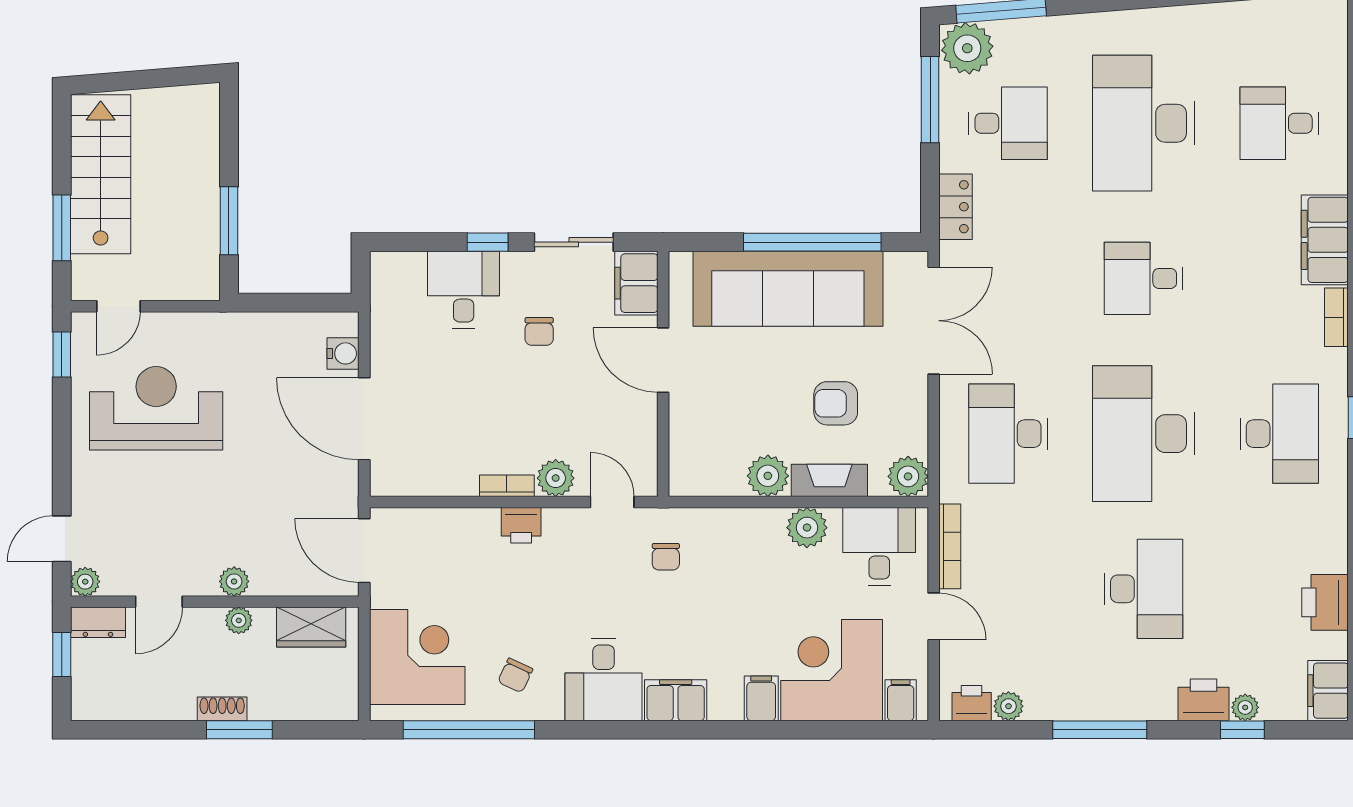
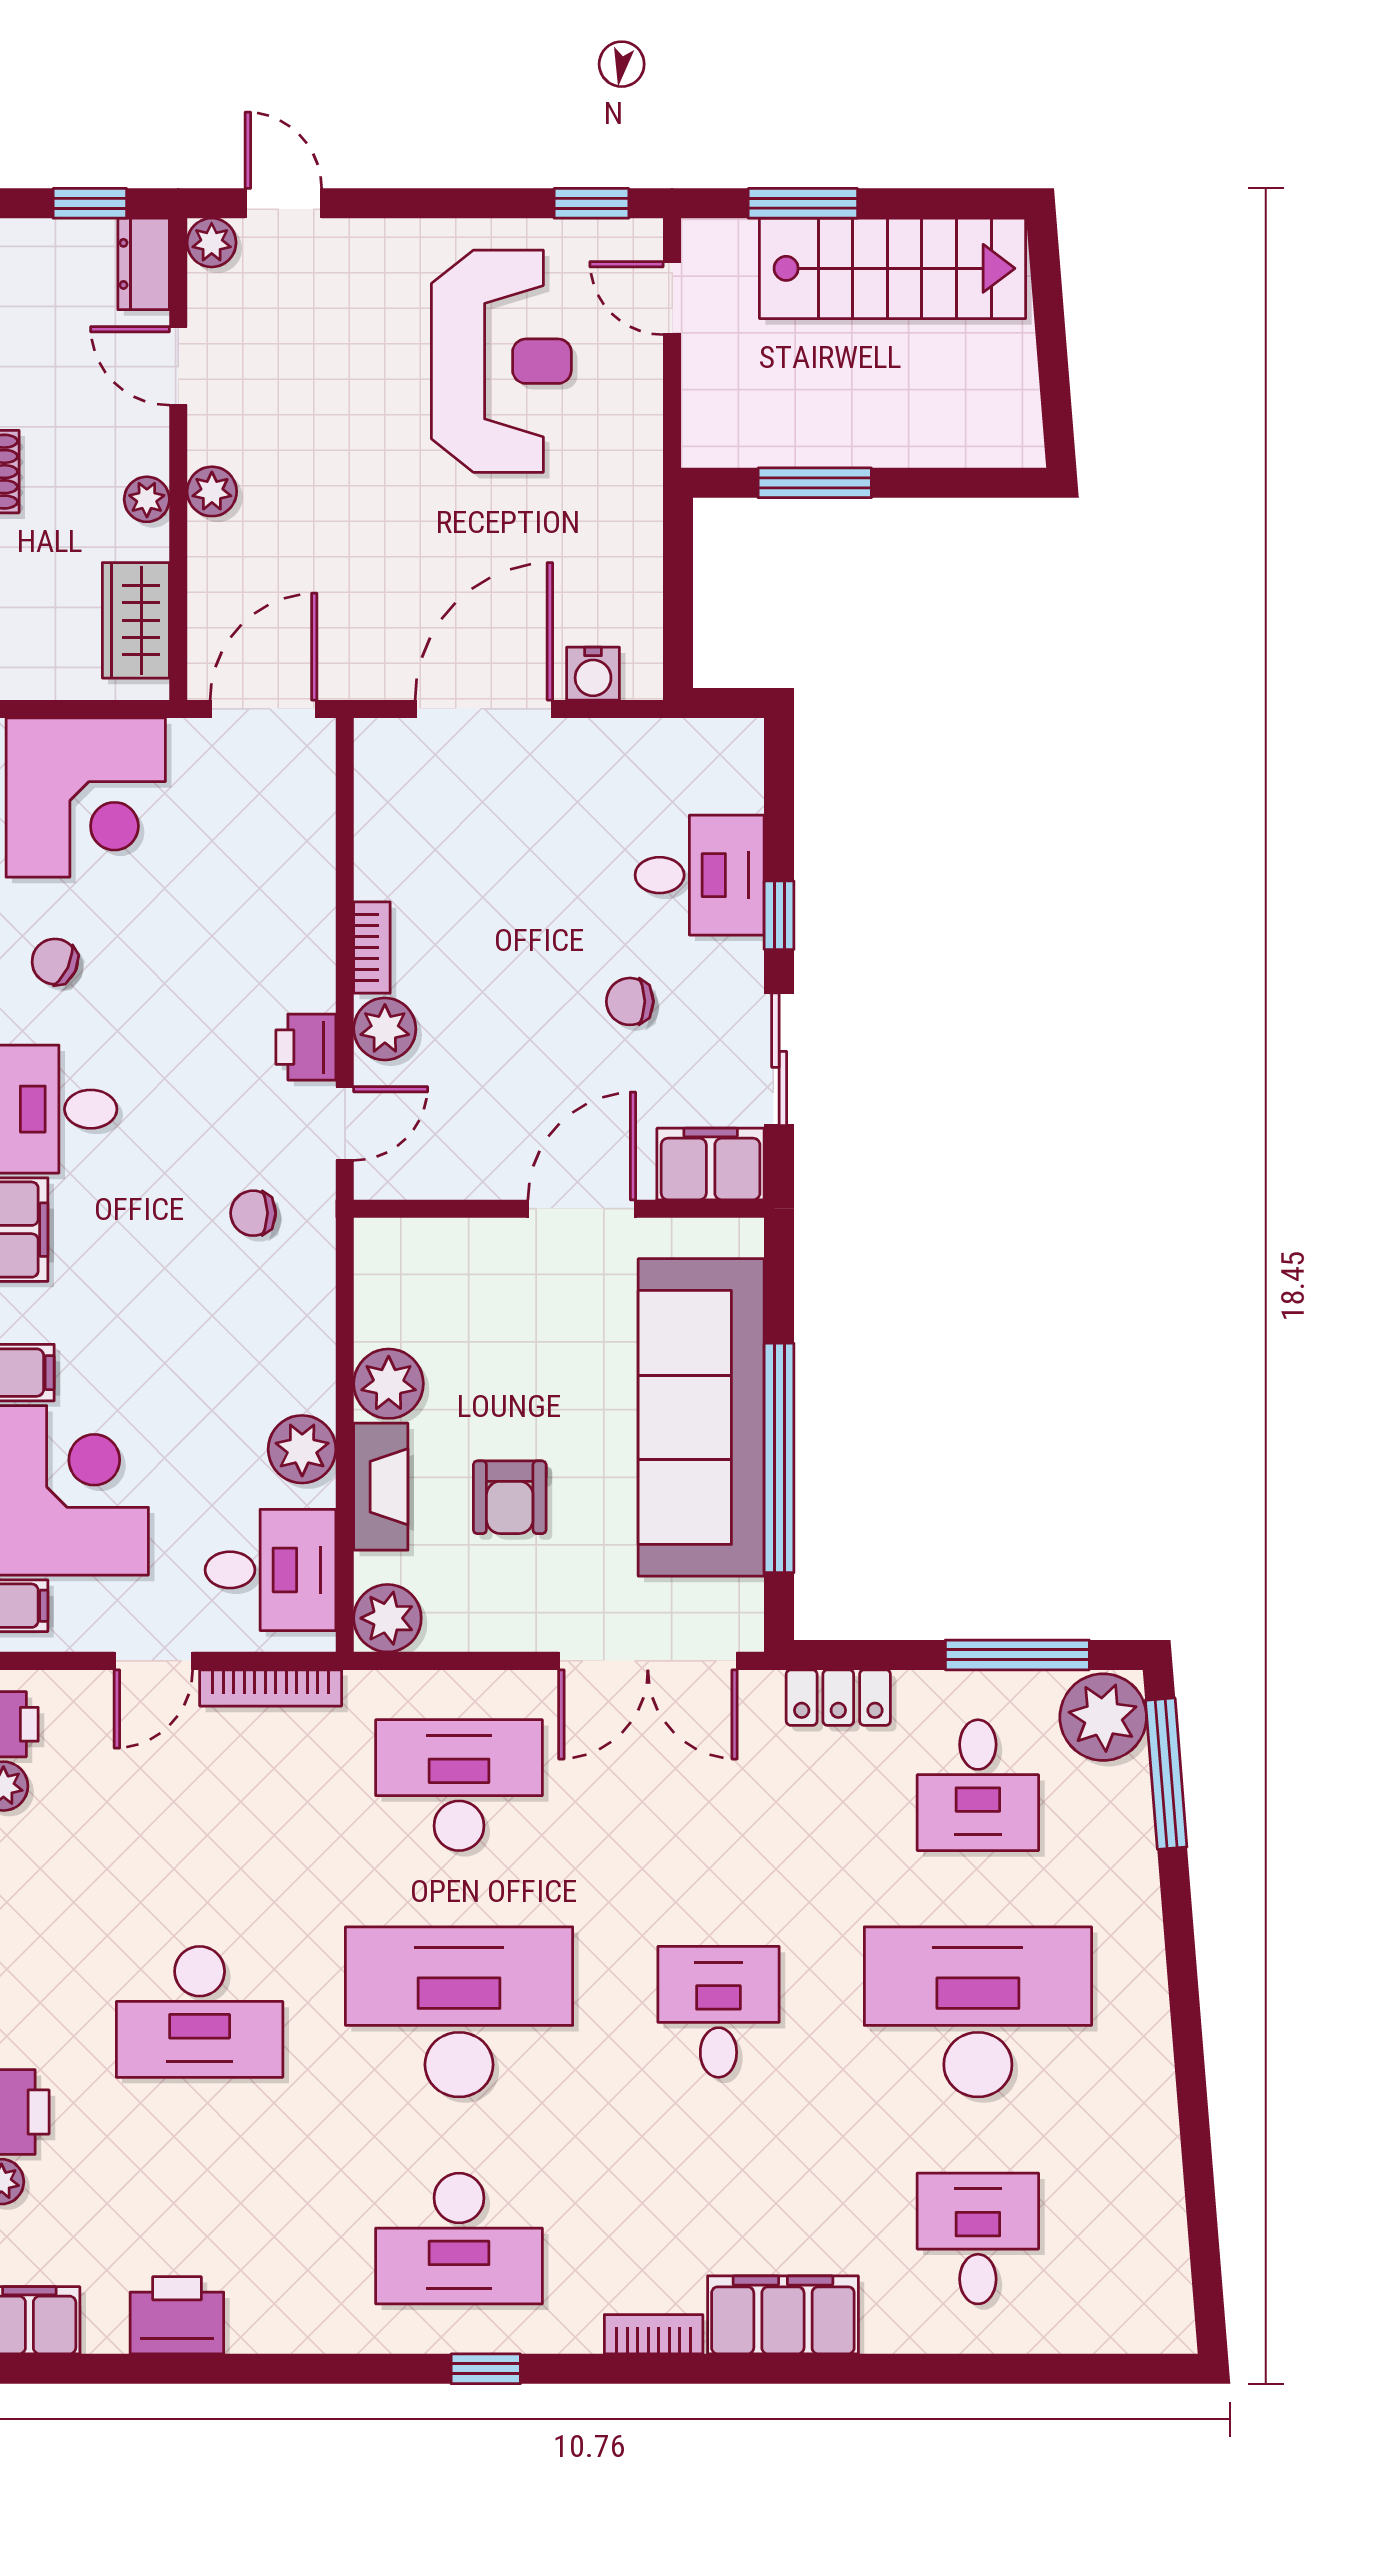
armchair: (836, 403) -> (510, 1497), turned 180
printer: (521, 525) -> (306, 1047), moved

